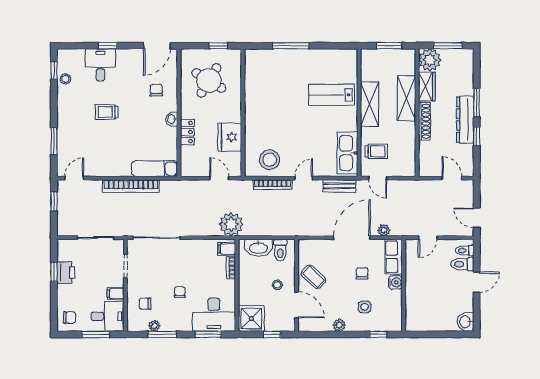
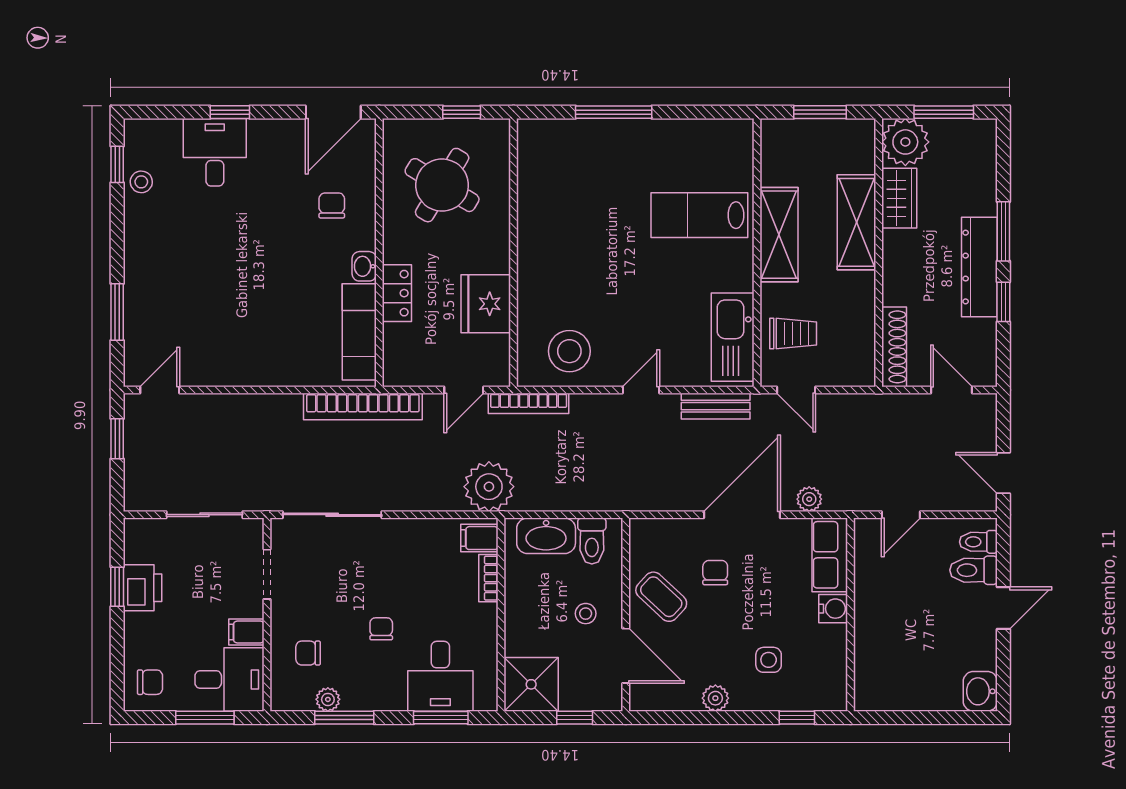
trolley: (107, 112) -> (228, 251), removed
shoe rack: (424, 121) -> (894, 347), moved
exam couch: (154, 169) -> (359, 332), moved, turned -90
door: (219, 178) -> (464, 390), swing flipped
bookcase: (273, 185) -> (529, 403), moved
bookcase: (131, 186) -> (363, 406), moved
chair: (362, 273) -> (715, 573), moved
desk: (214, 315) -> (440, 676), width x0.73

